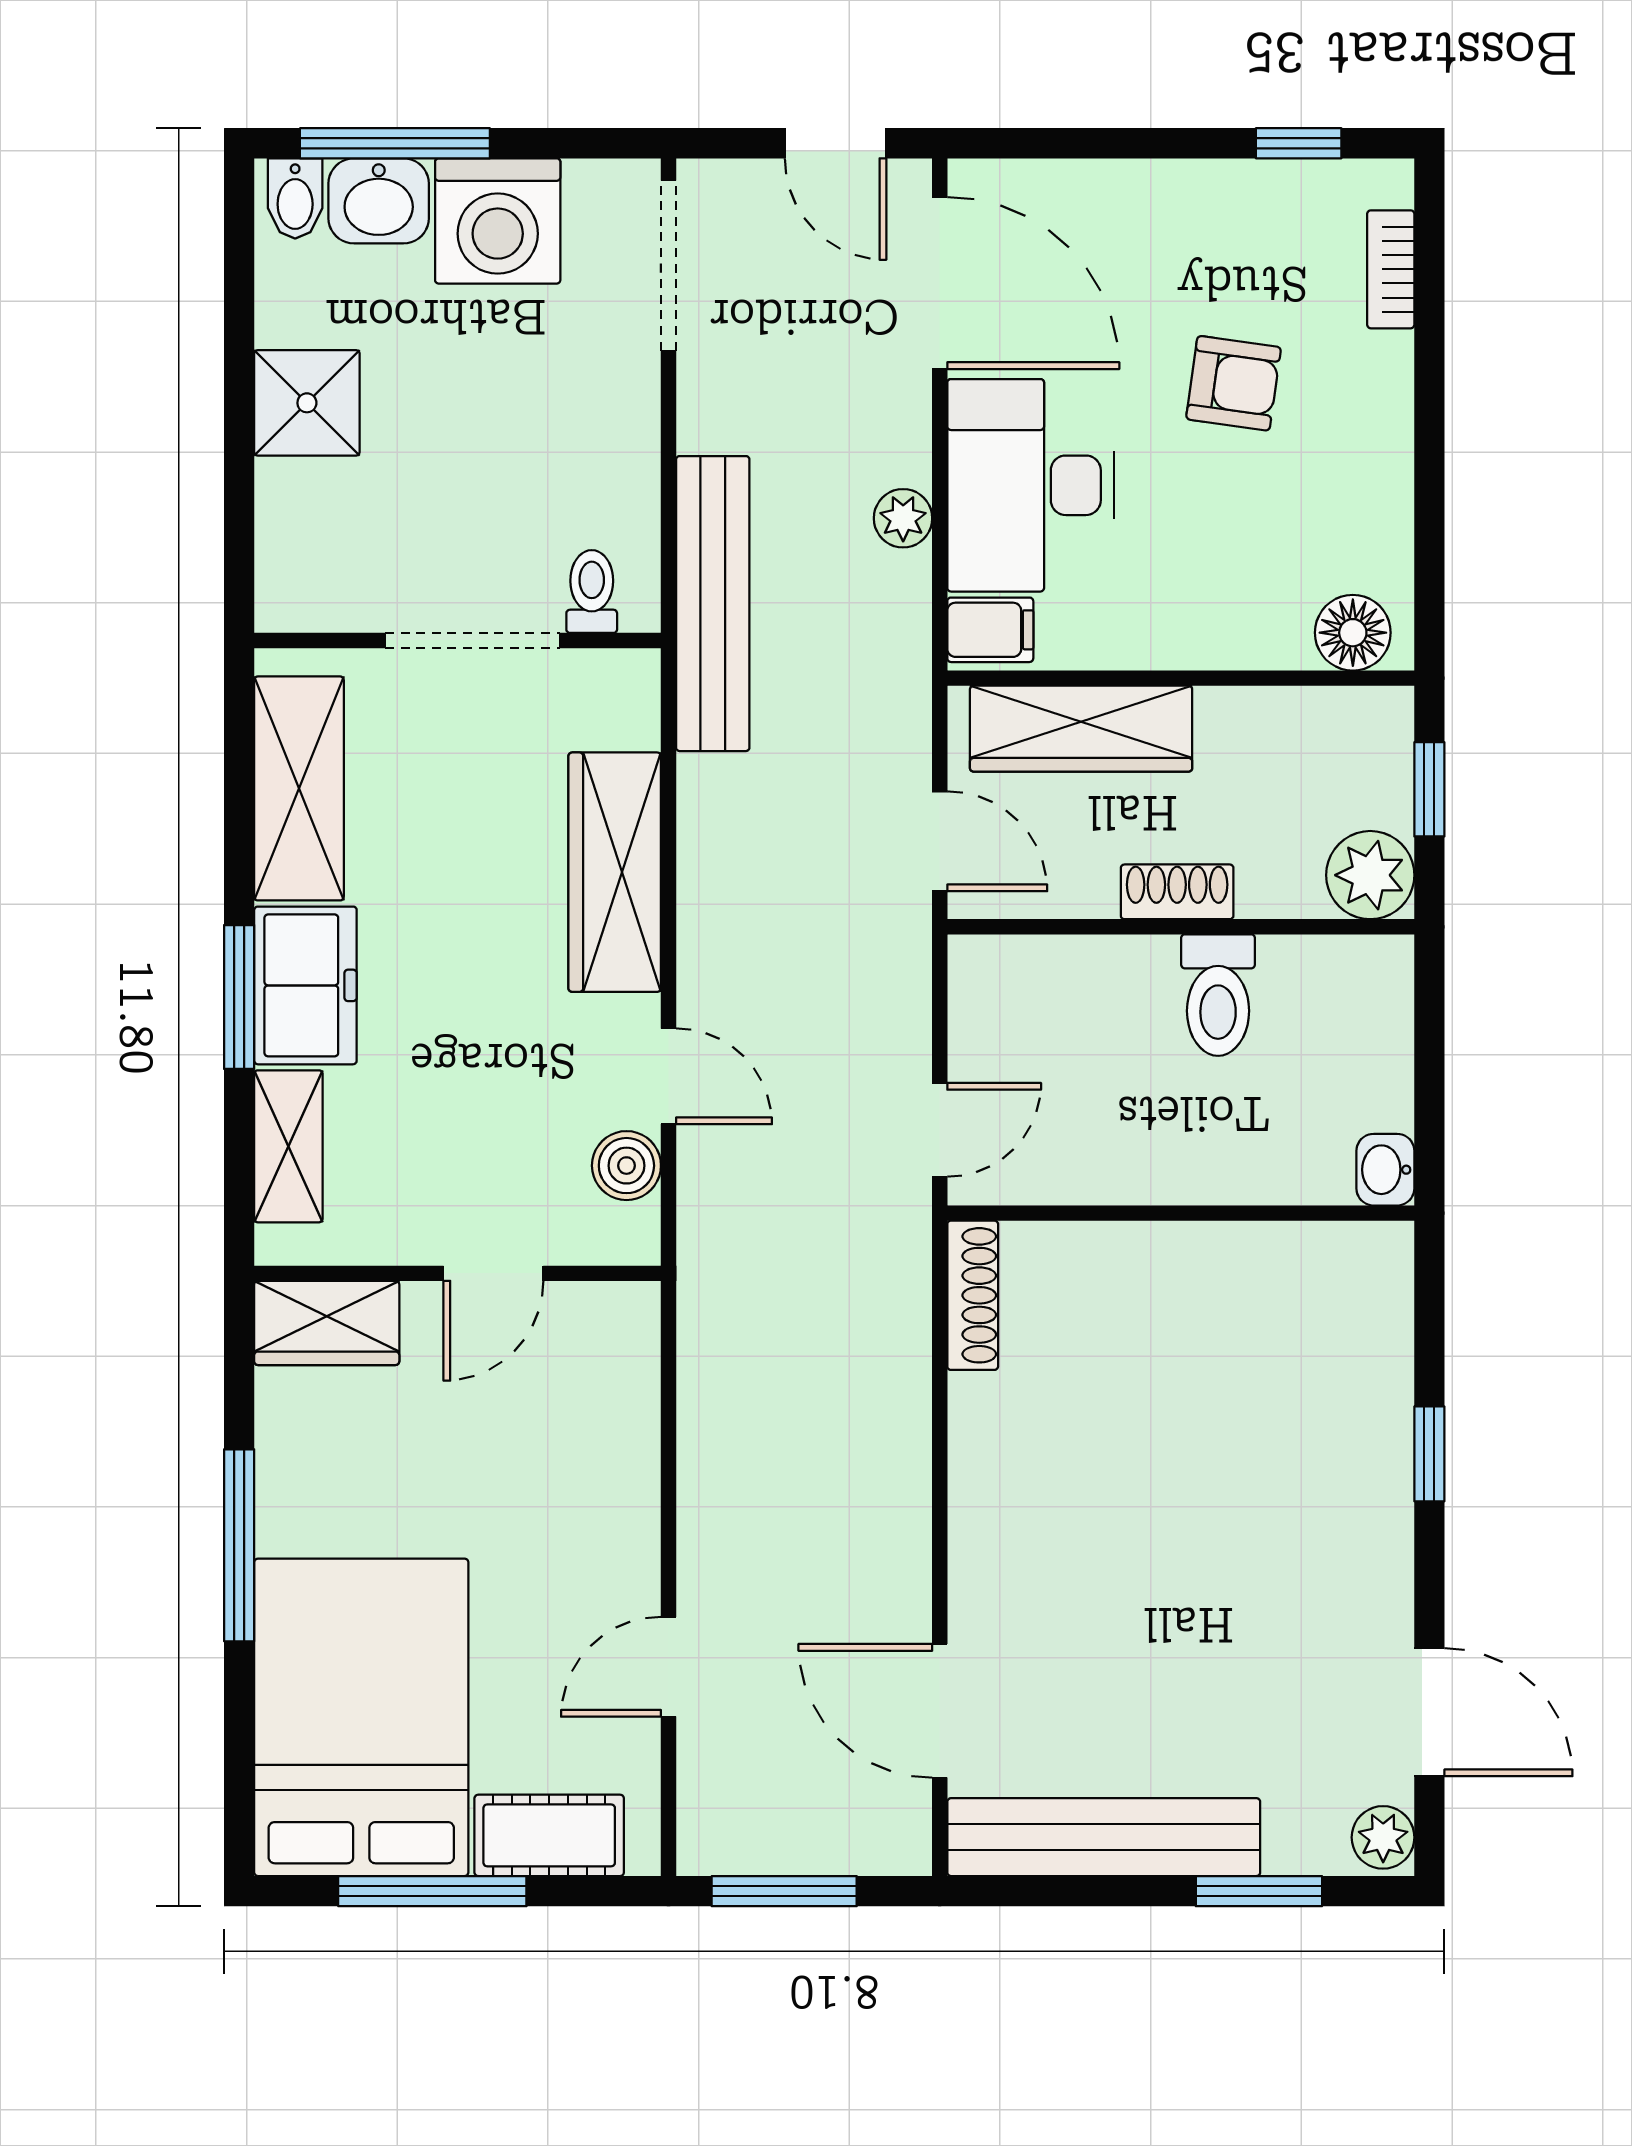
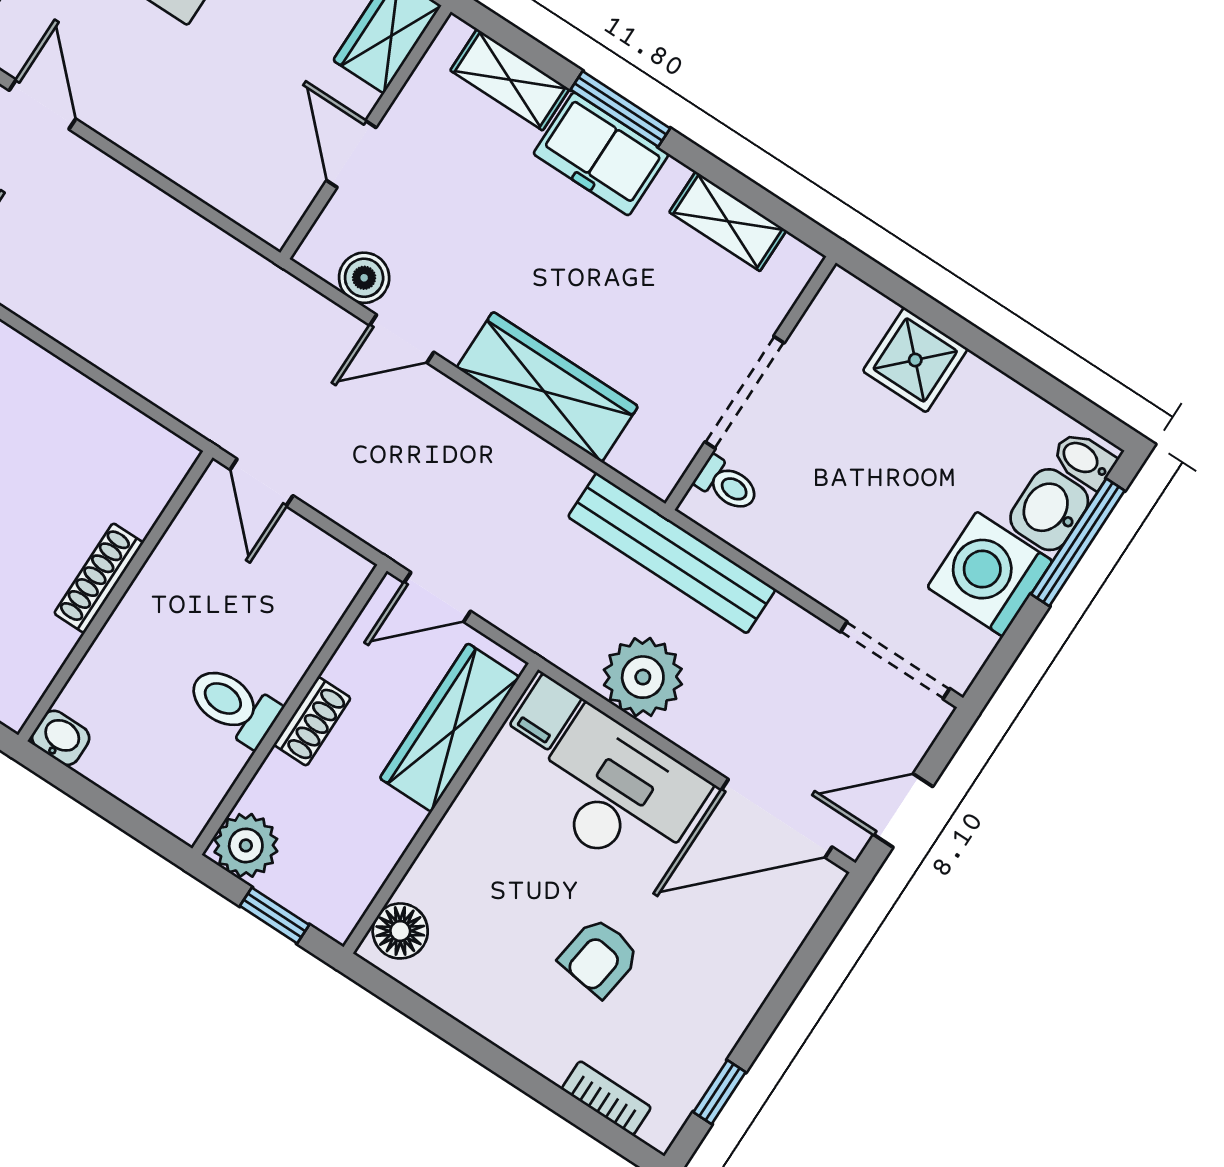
shower: (307, 403) -> (915, 360), moved
plant: (903, 518) -> (643, 677), width x1.87, depth x1.87
shelving: (299, 788) -> (728, 221), width x0.67, depth x0.75
shoe rack: (973, 1295) -> (99, 578), moved, turned 90

